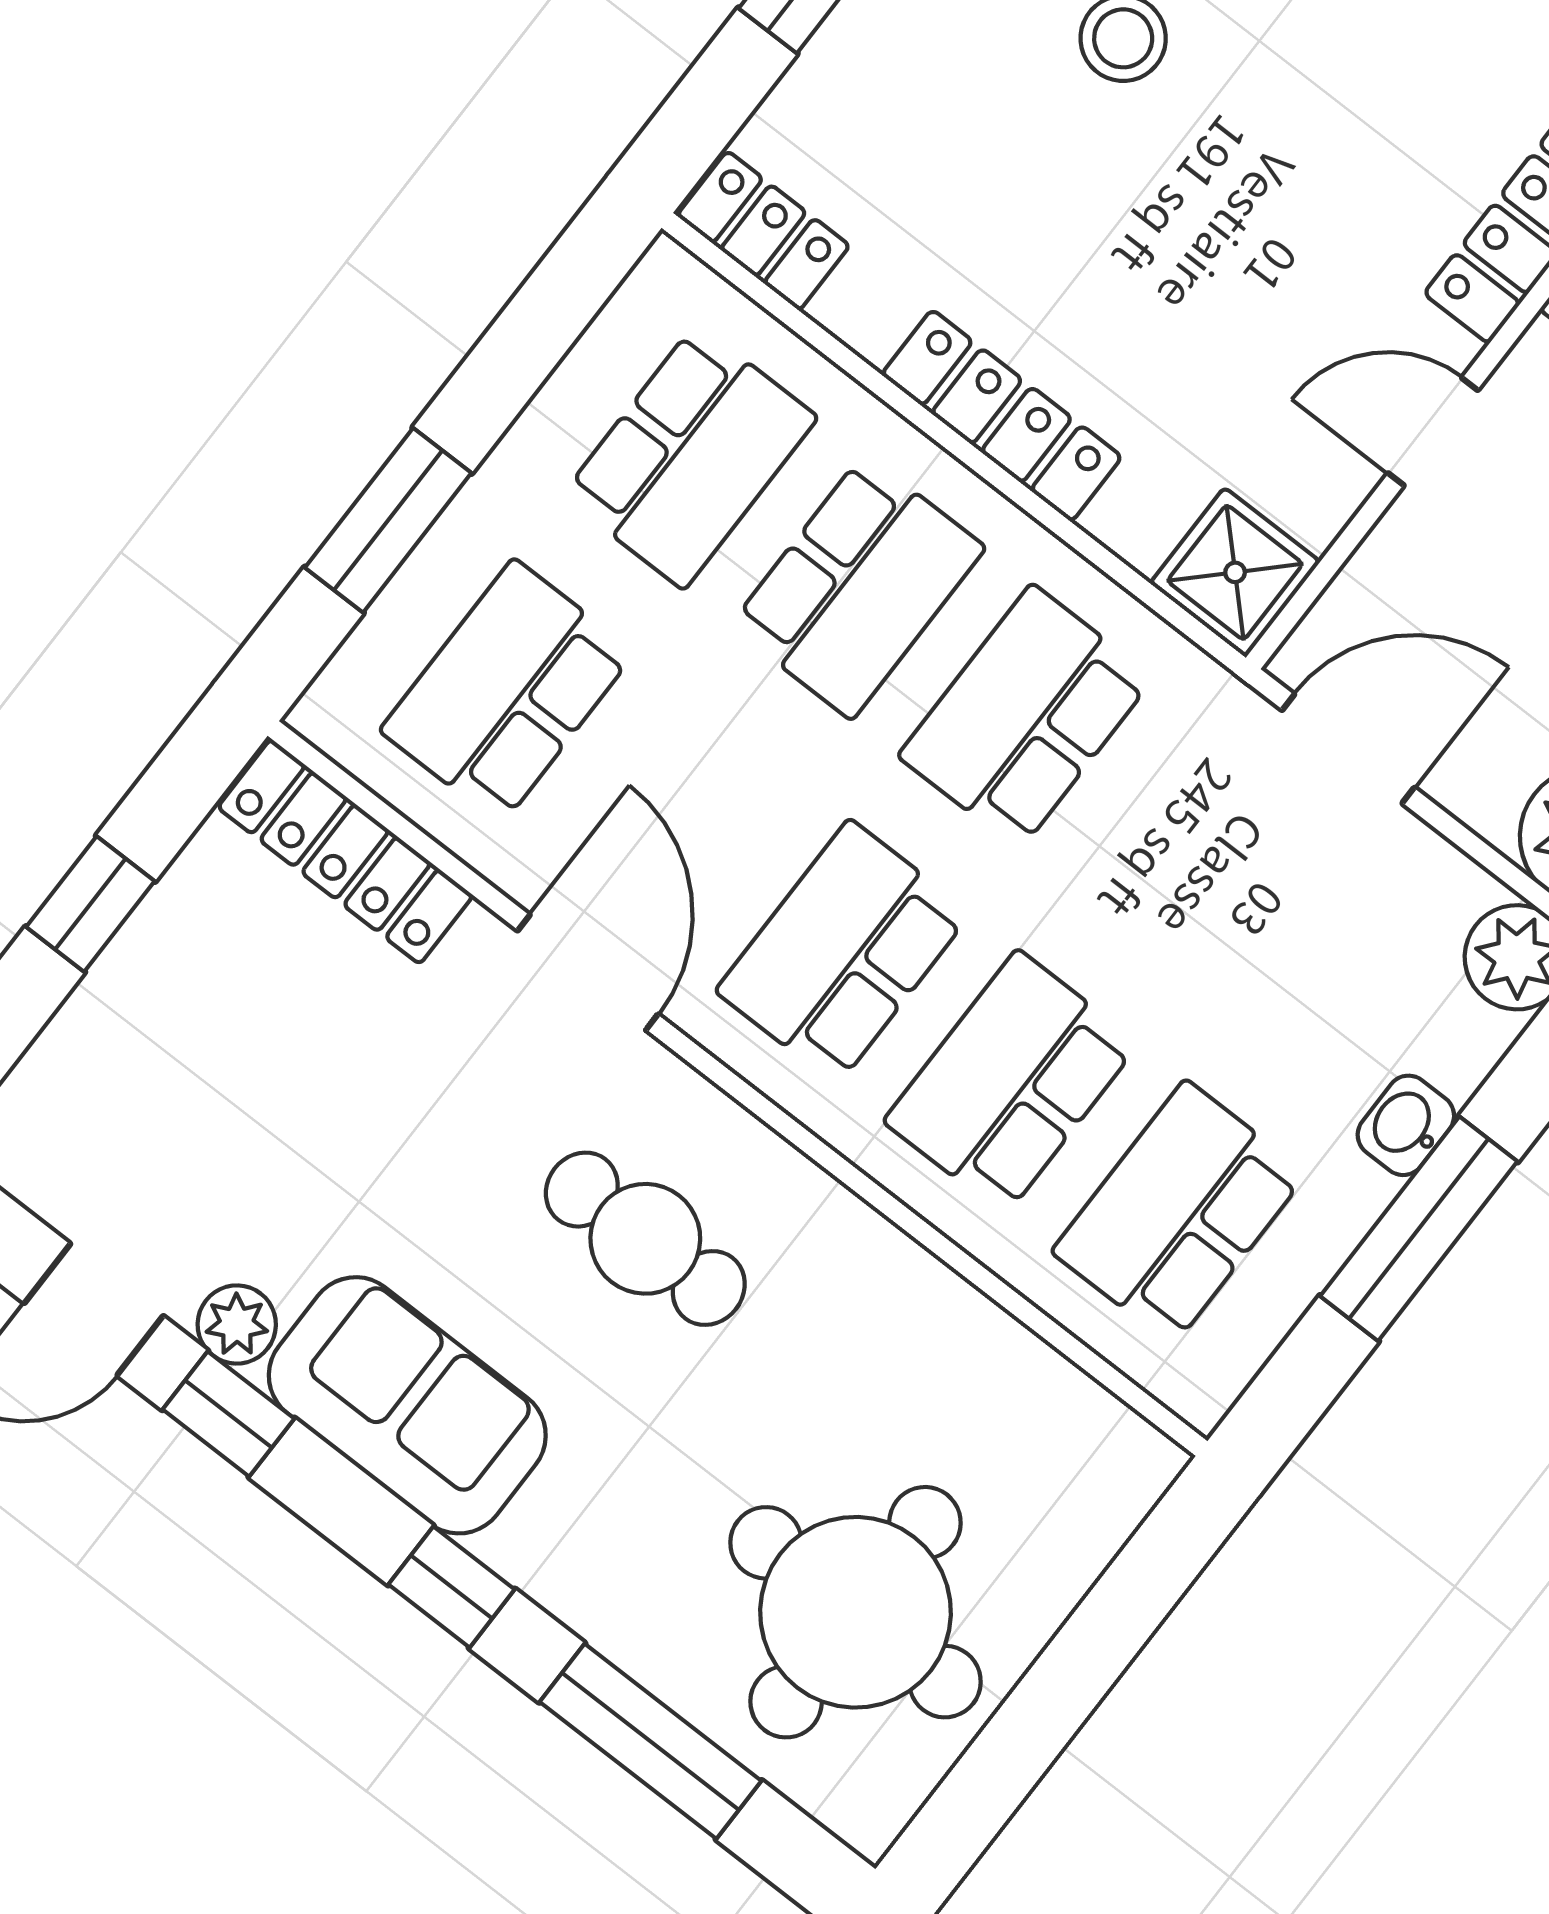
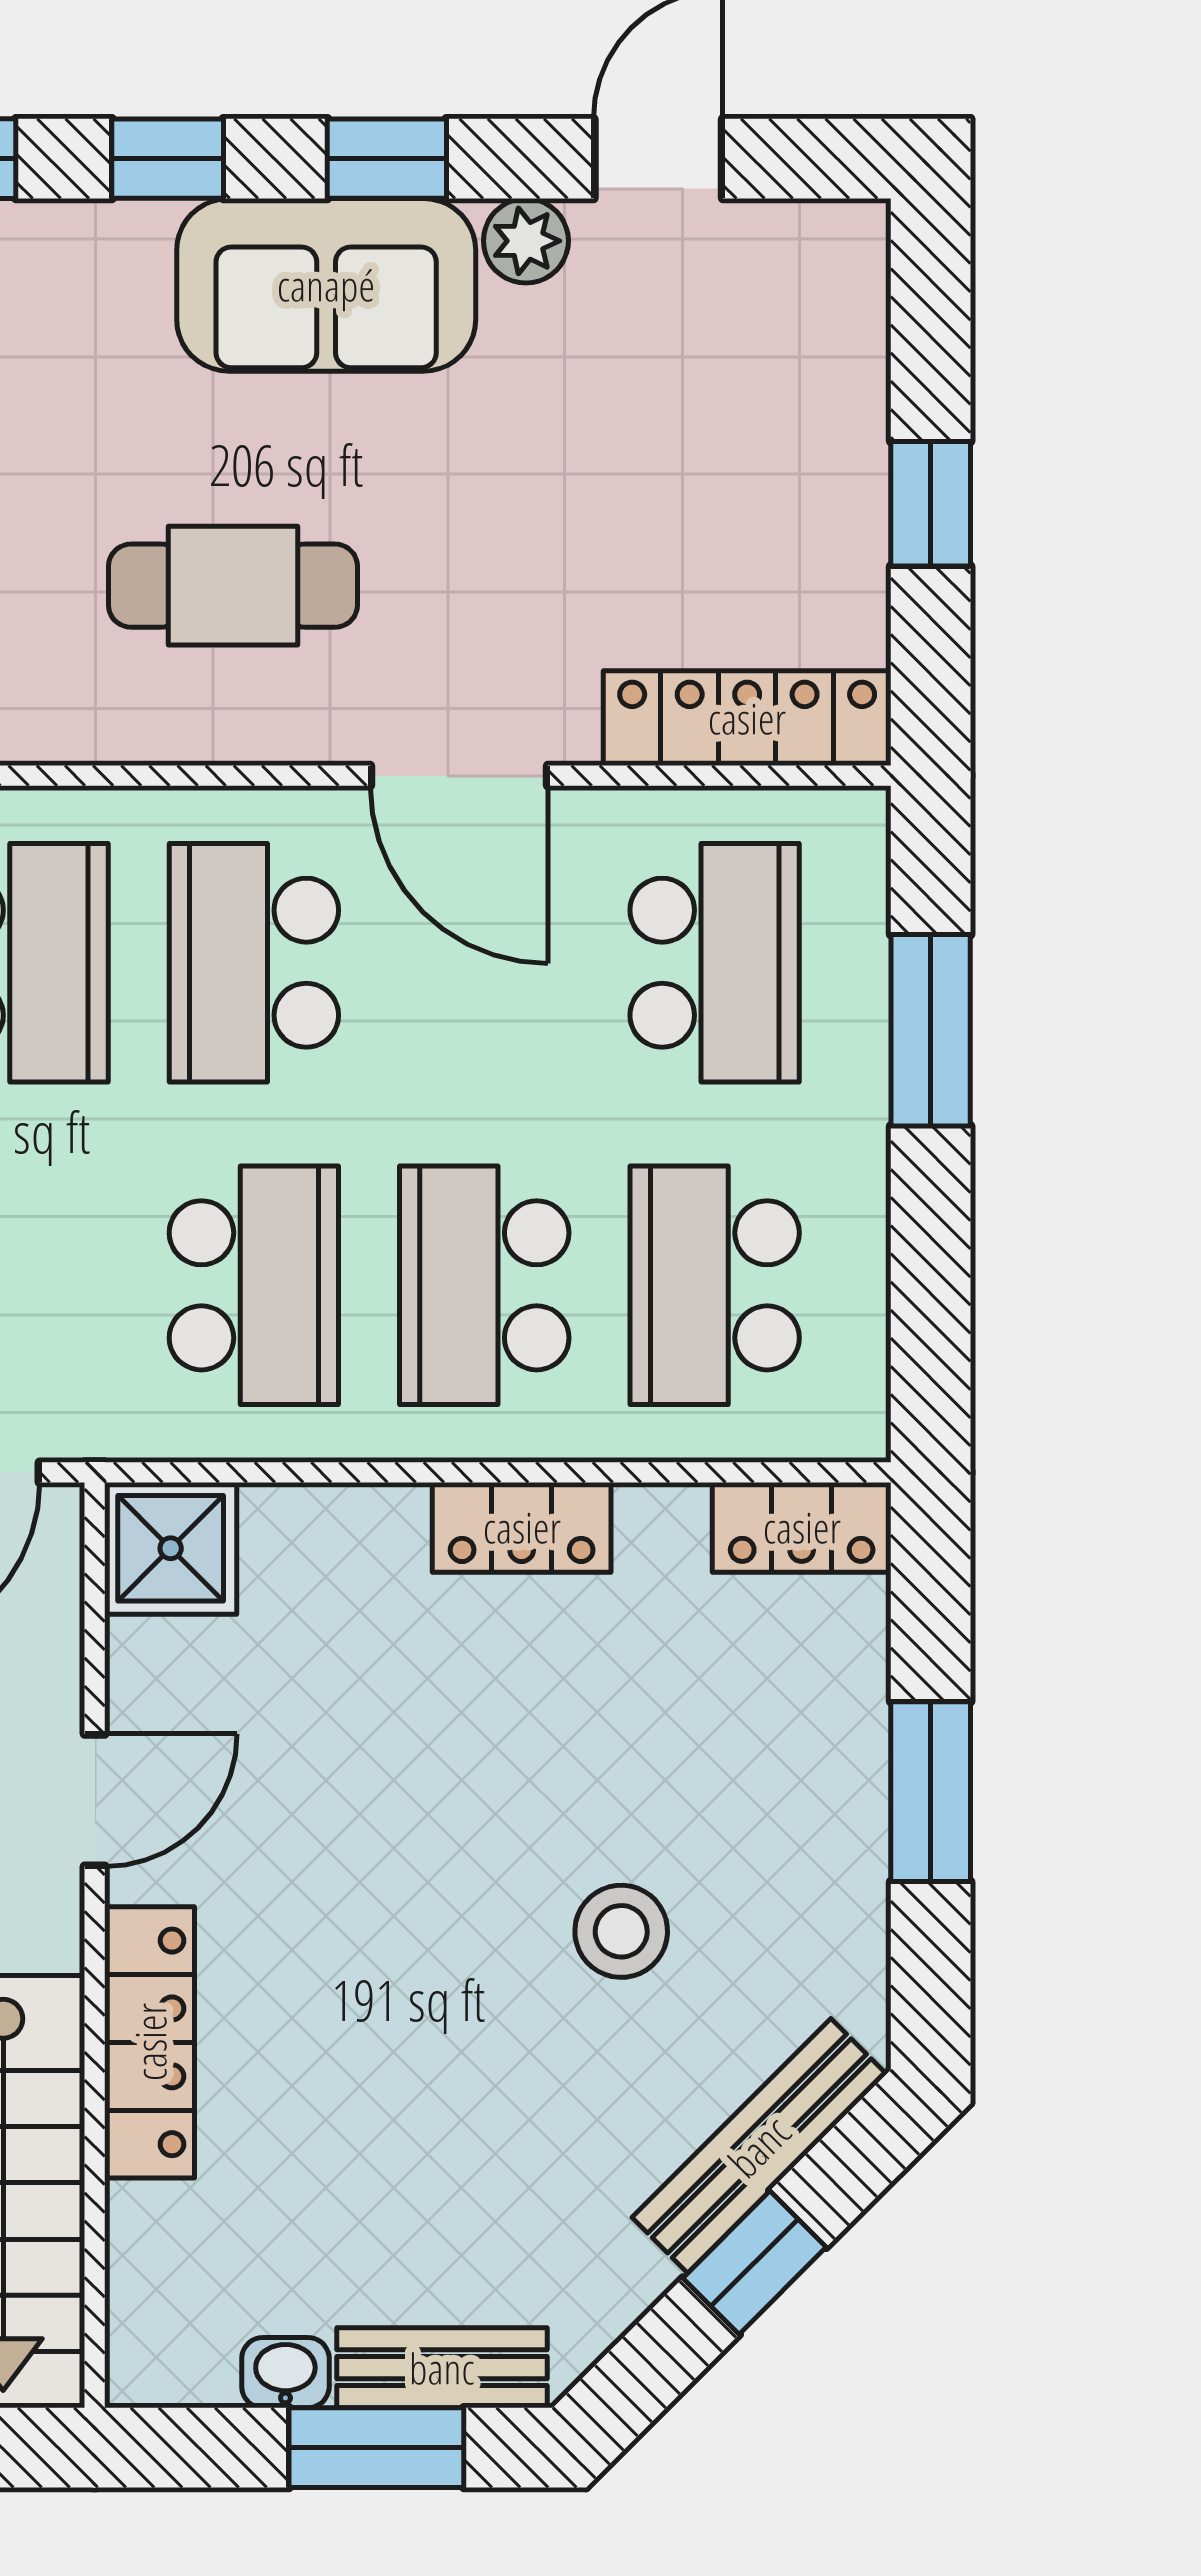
locker: (1002, 416) -> (522, 1527), width x0.66
school desk: (843, 952) -> (254, 963), turned 180
window: (228, 1414) -> (387, 159), moved

